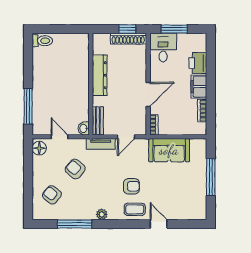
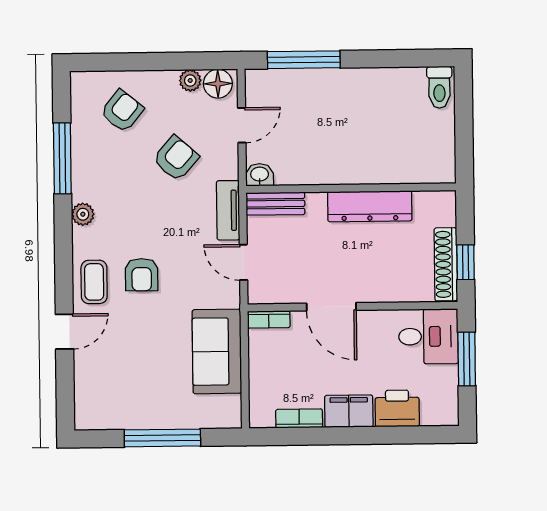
plant: (38, 162) -> (190, 80), added

